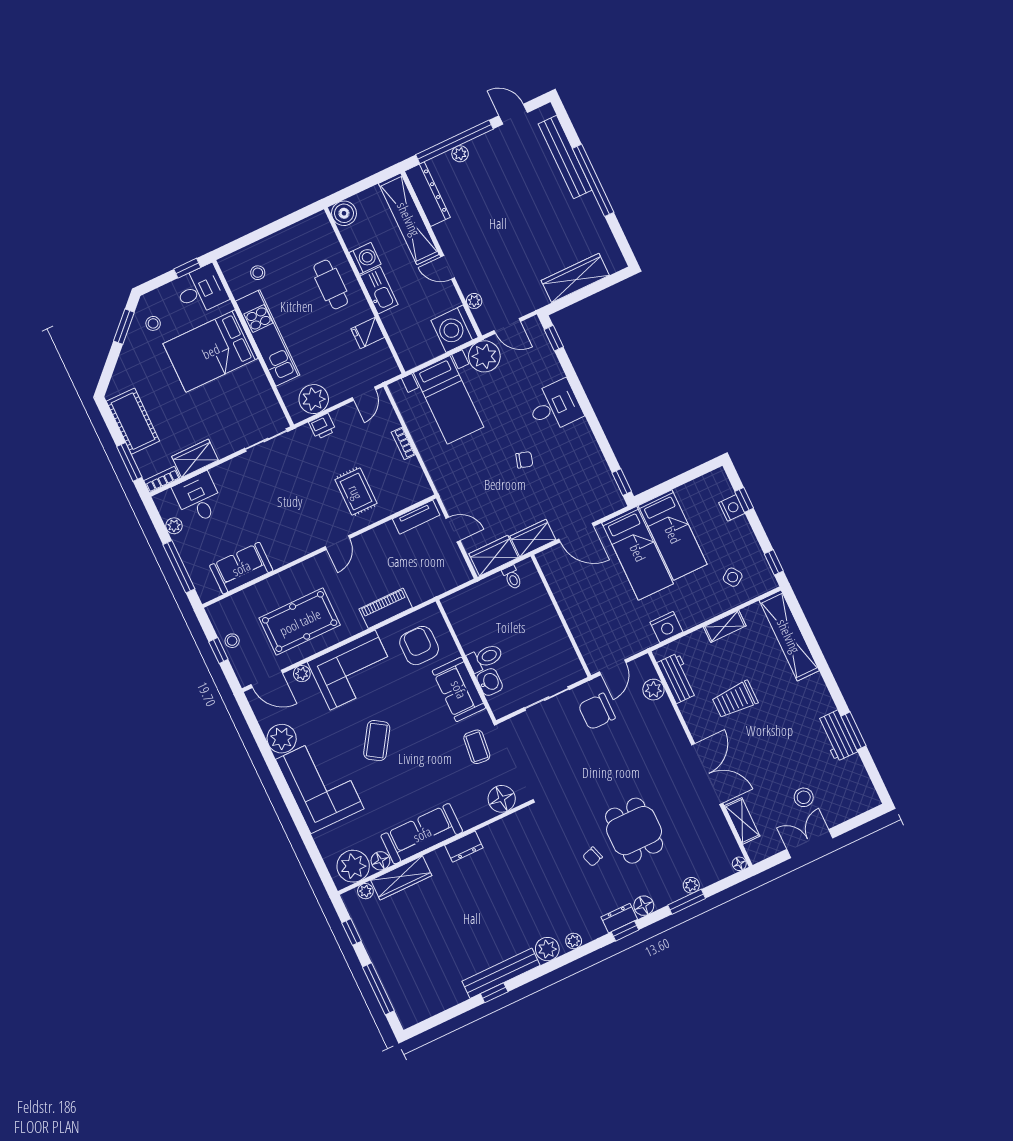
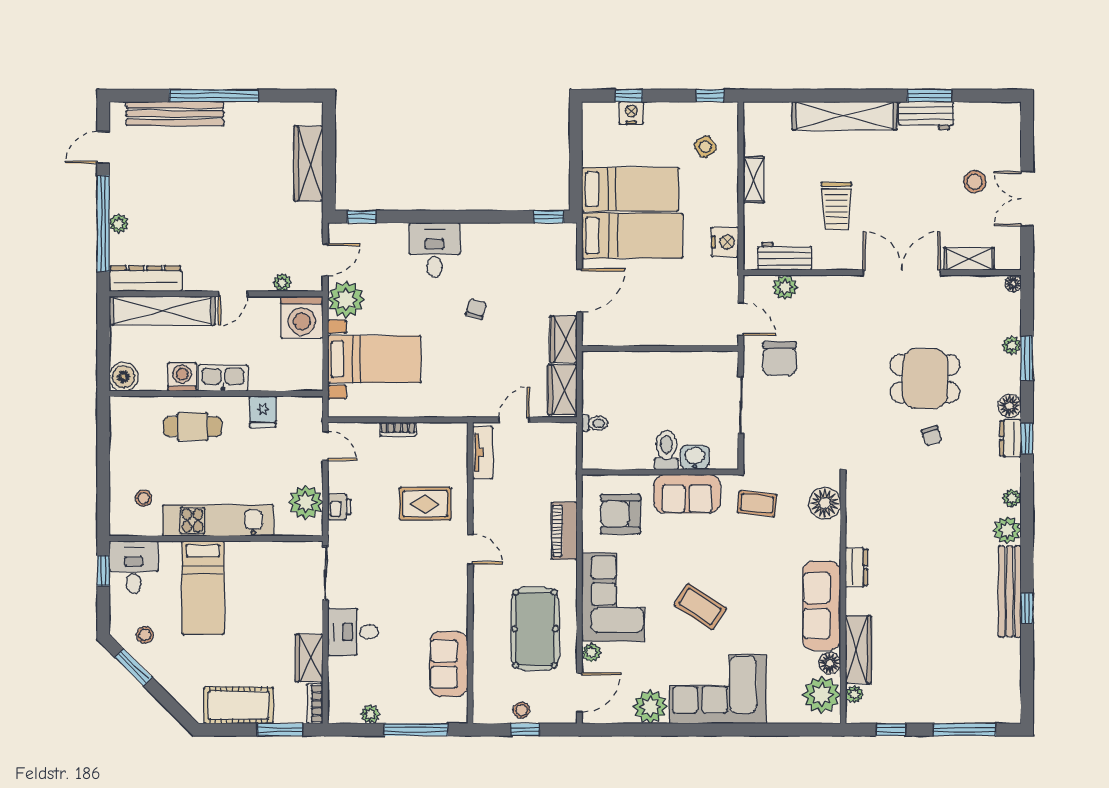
bed: (211, 351) -> (203, 588), width x0.67
desk: (198, 498) -> (353, 632), moved
toilet: (512, 577) -> (595, 423), moved
shelving: (789, 636) -> (845, 116), moved

